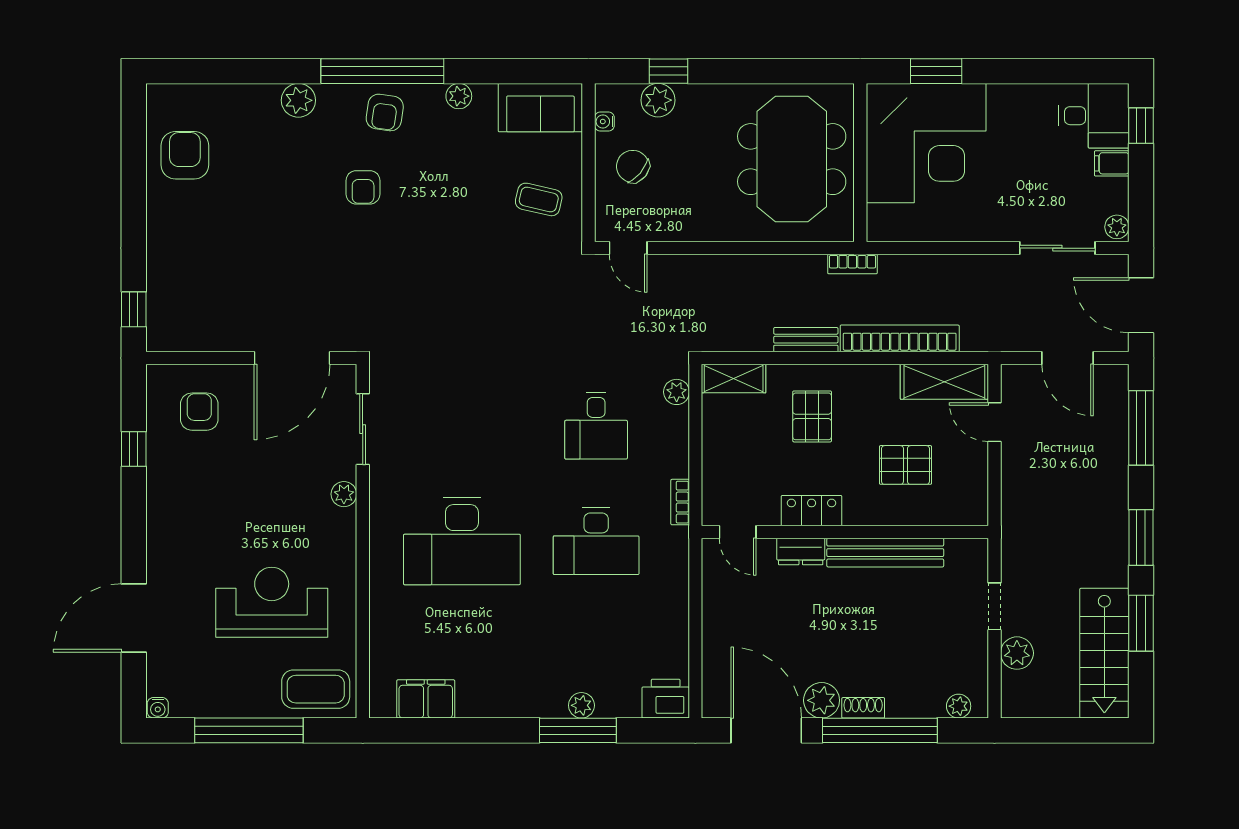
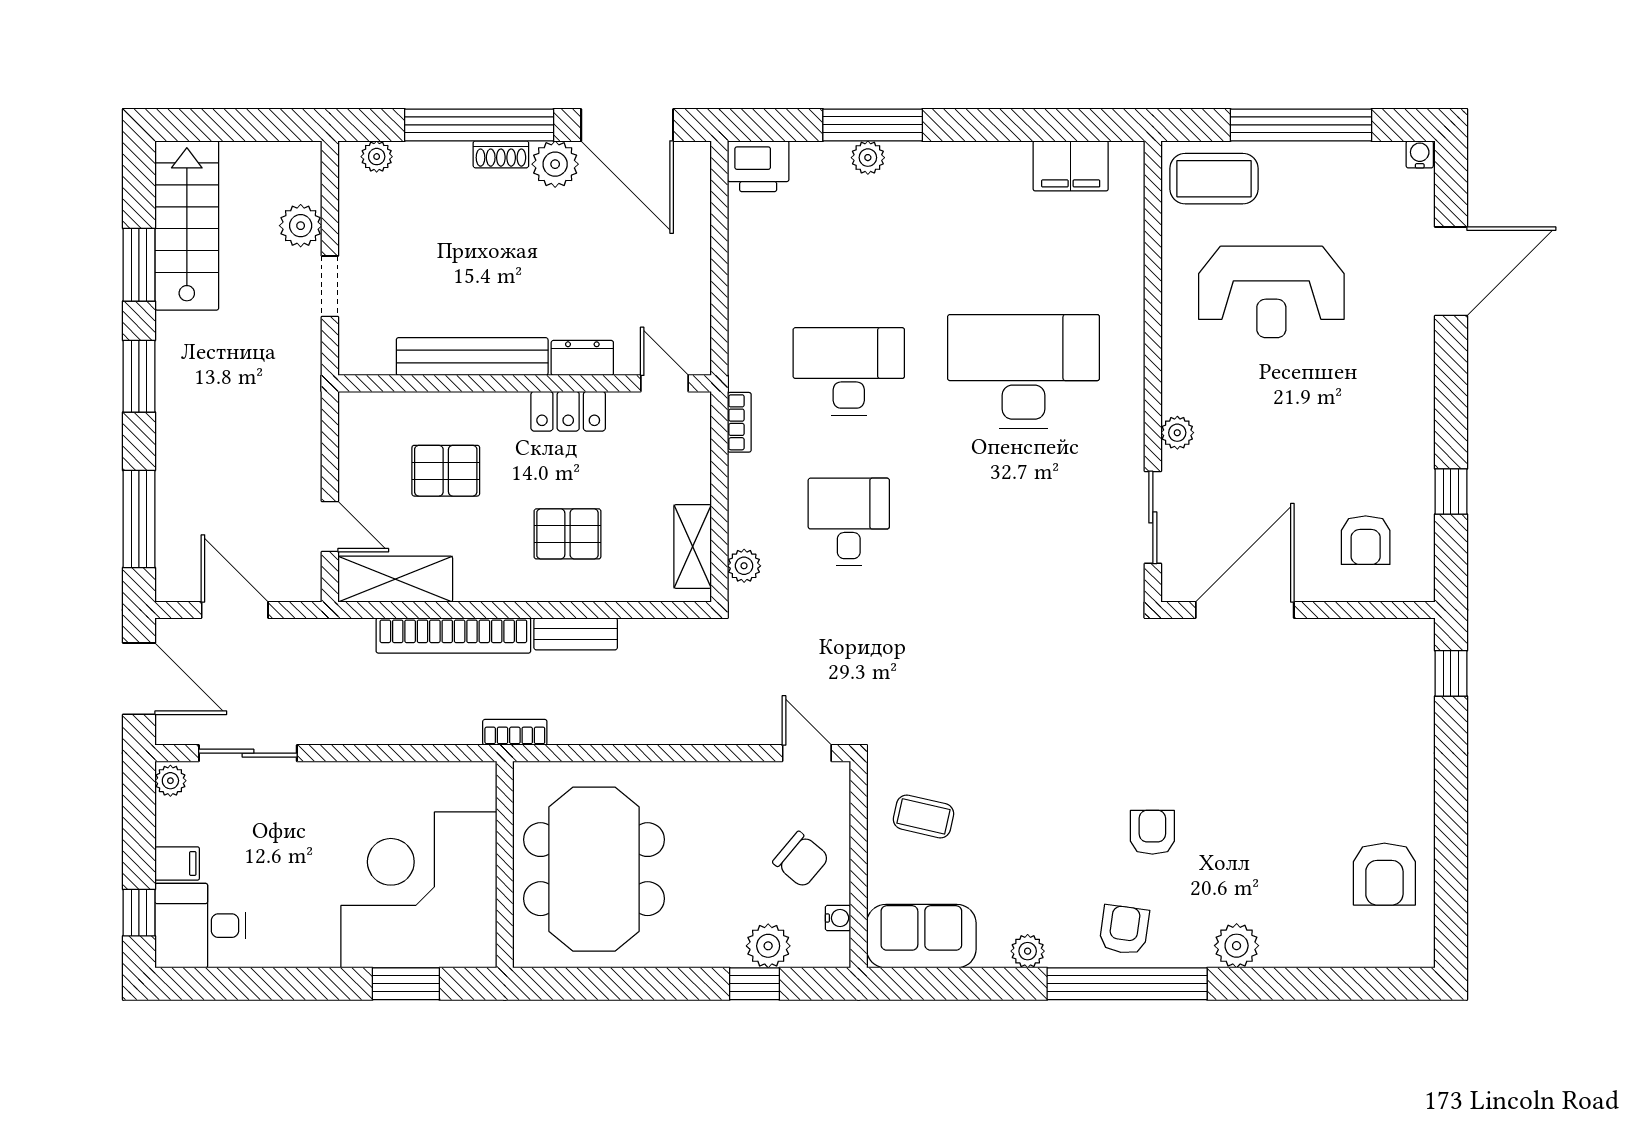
shelving: (734, 379) -> (693, 546), moved, turned 90
pallet: (812, 416) -> (567, 534), turned 90

